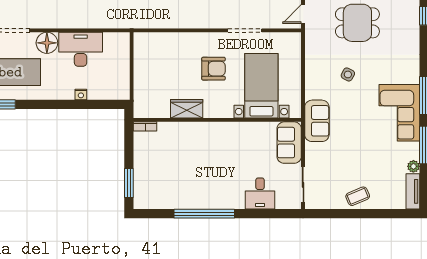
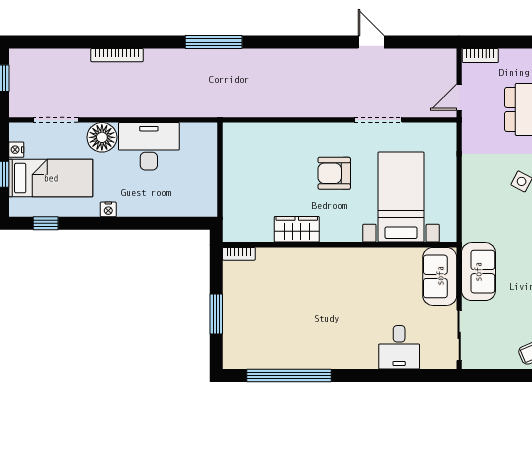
armchair: (213, 69) -> (334, 173), turned 180
nightstand: (81, 95) -> (108, 209), moved
sofa: (317, 121) -> (478, 272), moved
window: (129, 183) -> (216, 314), moved
window: (204, 214) -> (289, 376), moved

